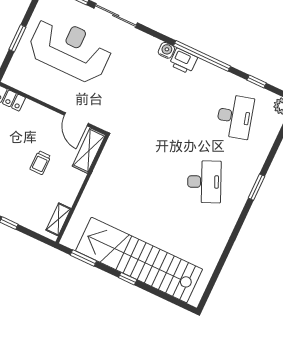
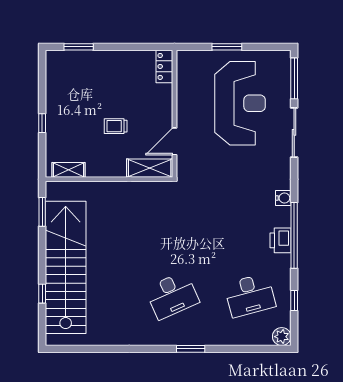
printer: (183, 61) -> (280, 240), moved
window: (128, 279) -> (42, 294), moved

